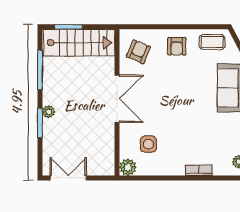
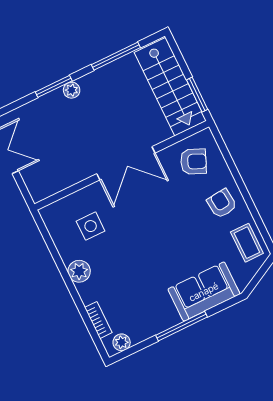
window: (69, 27) -> (197, 95), moved
armchair: (177, 46) -> (222, 204), turned 84
plant: (128, 167) -> (79, 271), moved
bookcase: (199, 170) -> (98, 320), moved

